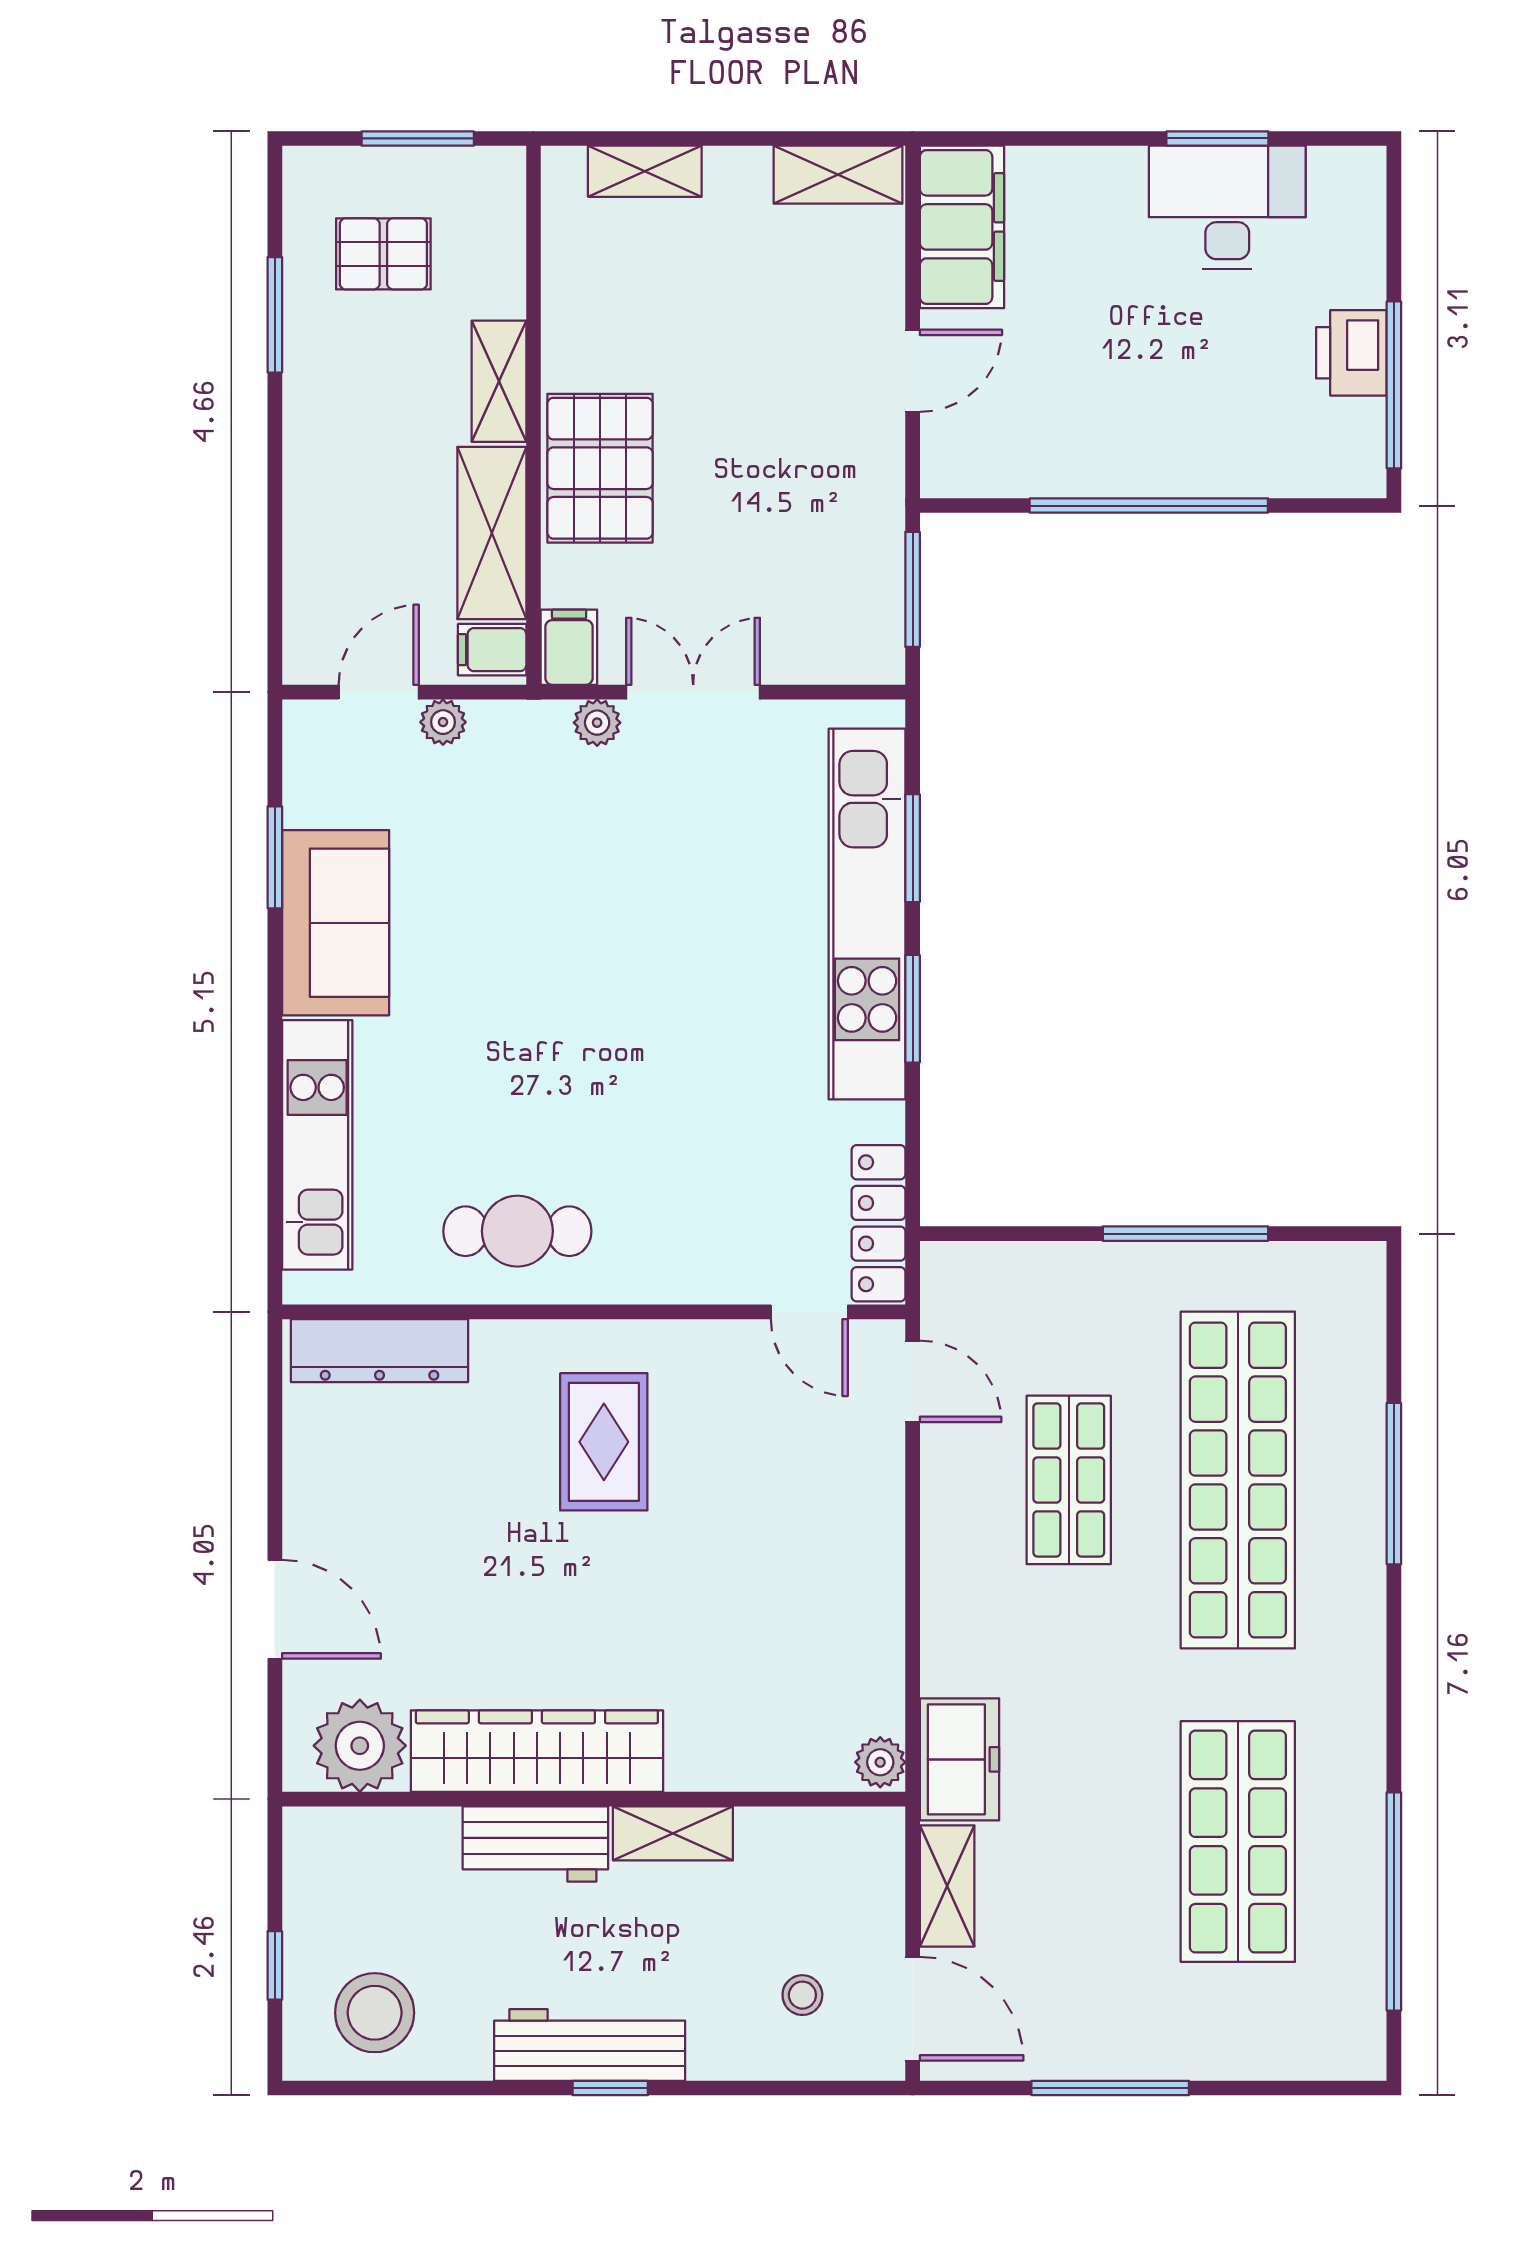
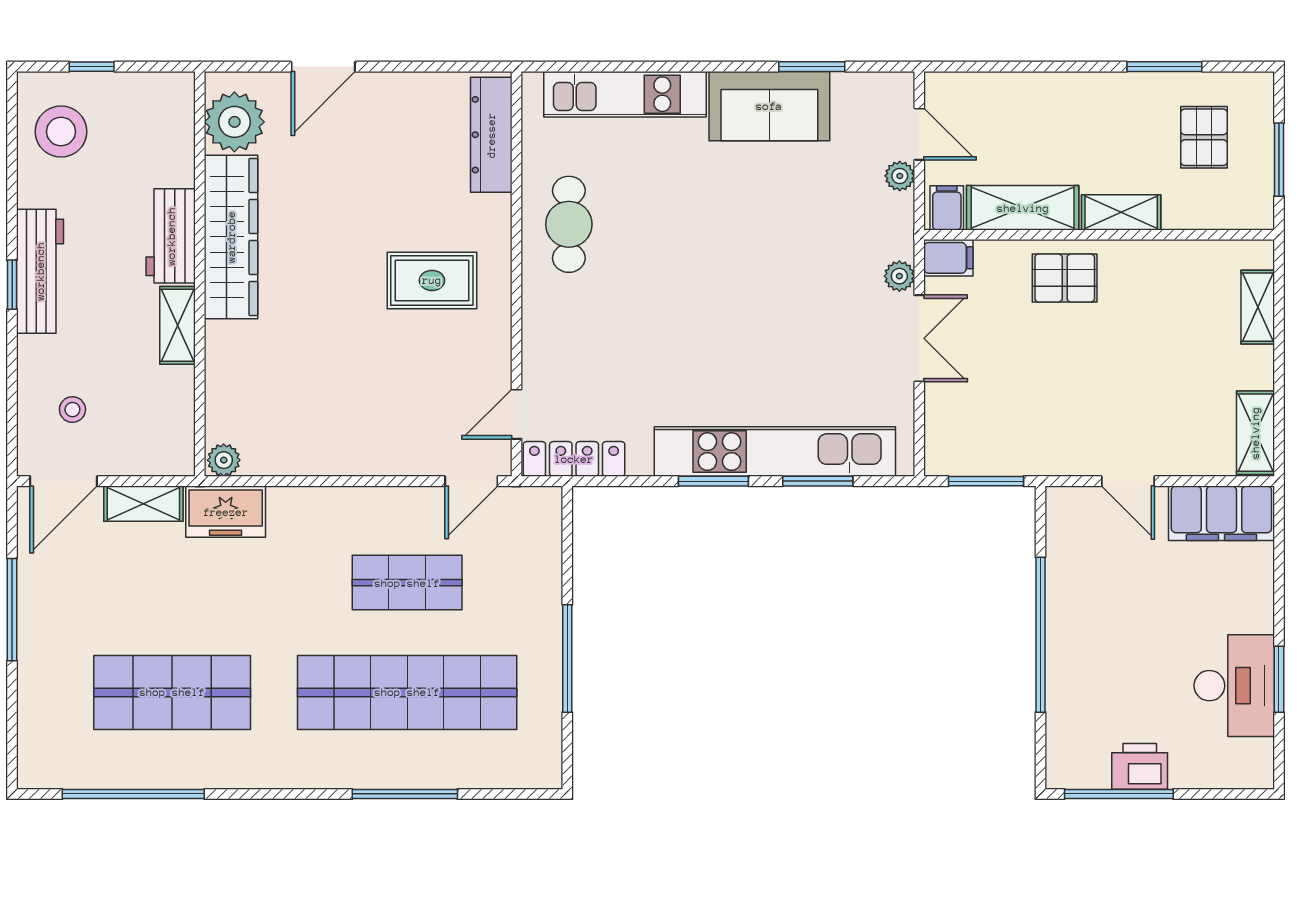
pallet: (600, 468) -> (1065, 278), width x0.67, depth x0.71

